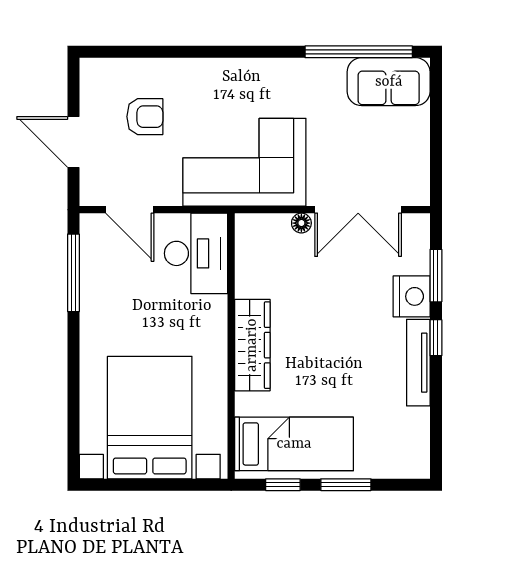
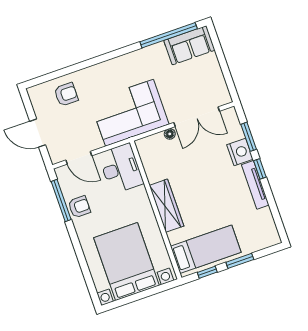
armchair: (145, 117) -> (66, 94), moved
armchair: (101, 294) -> (79, 207), added

